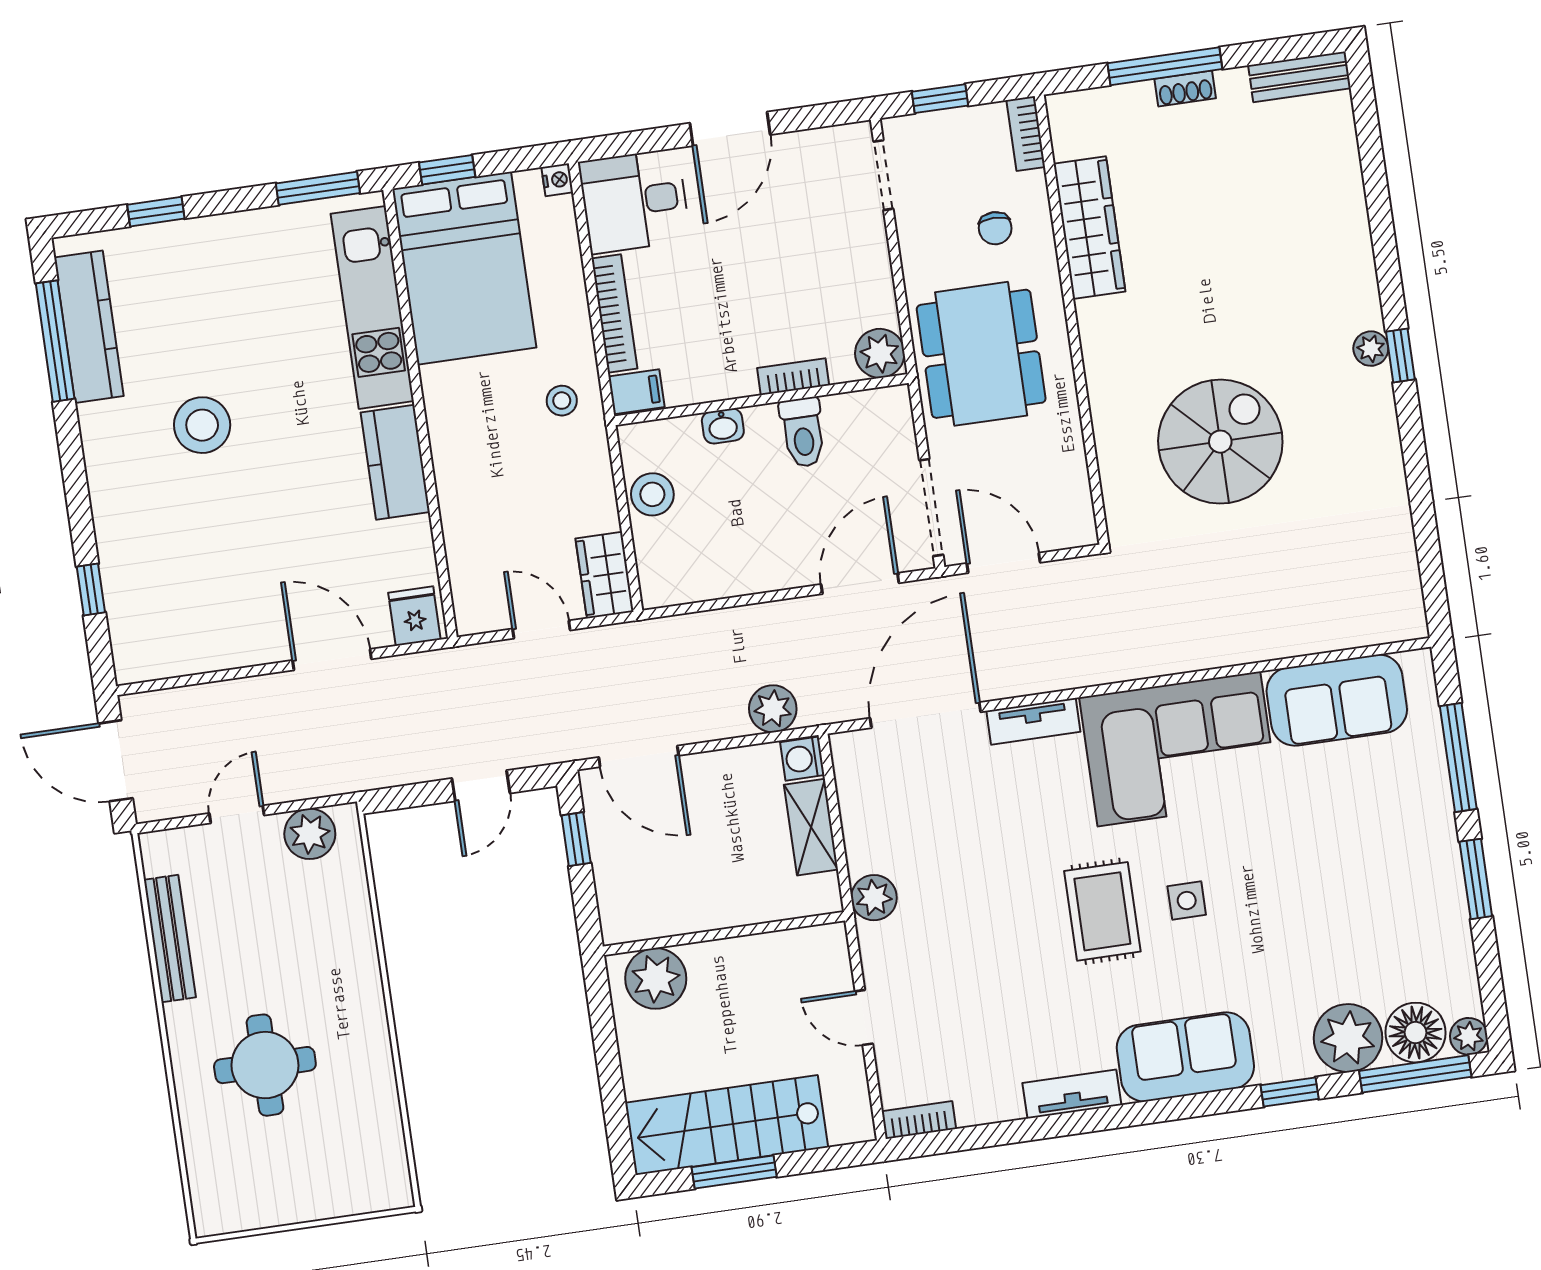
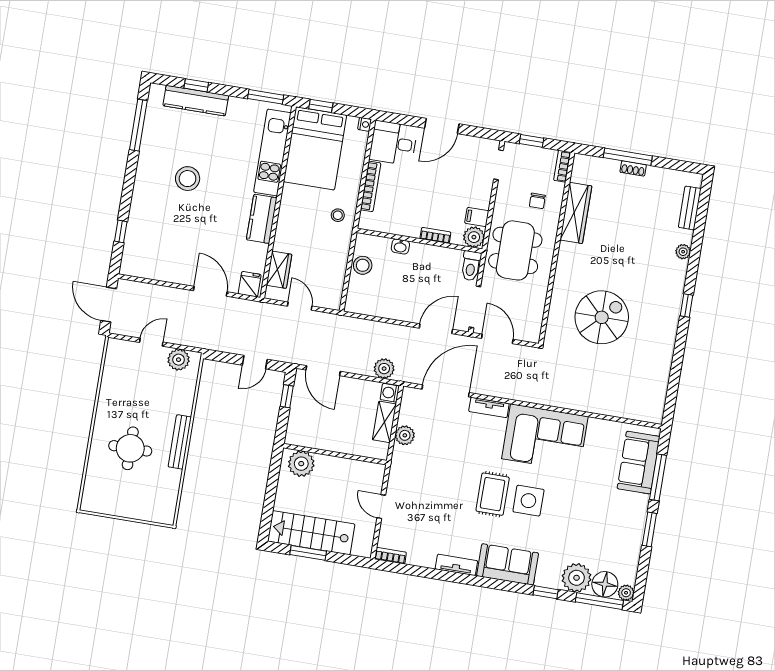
bench: (1299, 77) -> (690, 208), moved, turned 90
kitchen counter: (89, 327) -> (196, 101), moved, turned 90
plant: (1371, 349) -> (683, 252), moved
filing cabinet: (637, 392) -> (477, 217), moved, turned 180
toilet: (803, 432) -> (471, 266), moved
wardrobe: (605, 575) -> (279, 270), moved, turned 180
sofa: (1337, 700) -> (639, 463), moved, turned 90
plant: (874, 898) -> (405, 435), moved
side table: (1187, 901) -> (528, 501), width x1.87, depth x1.87
bench: (170, 939) -> (180, 442), moved

